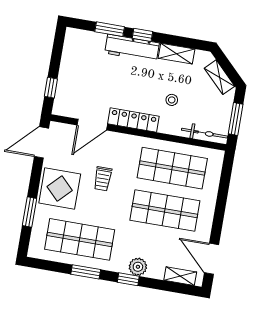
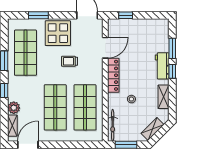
workbench: (132, 48) -> (162, 66), width x0.73
door: (92, 125) -> (105, 48), swing flipped
plant: (138, 267) -> (14, 108), moved

